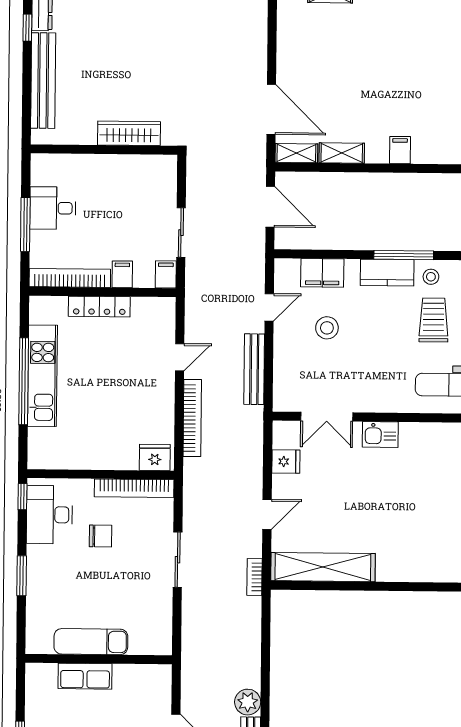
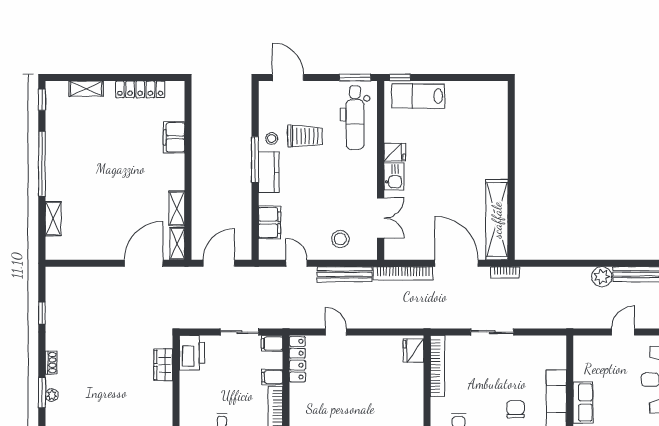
wardrobe: (129, 133) -> (163, 365), width x0.67
filing cabinet: (400, 150) -> (174, 137), moved, width x2.00
printer: (155, 171) -> (192, 353), added
locker: (99, 307) -> (297, 359), moved
trolley: (434, 320) -> (305, 136), turned 180
stool: (327, 328) -> (340, 239), moved
bookcase: (192, 418) -> (403, 273), moved, turned 180
fridge: (286, 462) -> (395, 152), moved, turned 90
door: (267, 514) -> (457, 263), width x1.88
chair: (101, 536) -> (516, 409), moved

